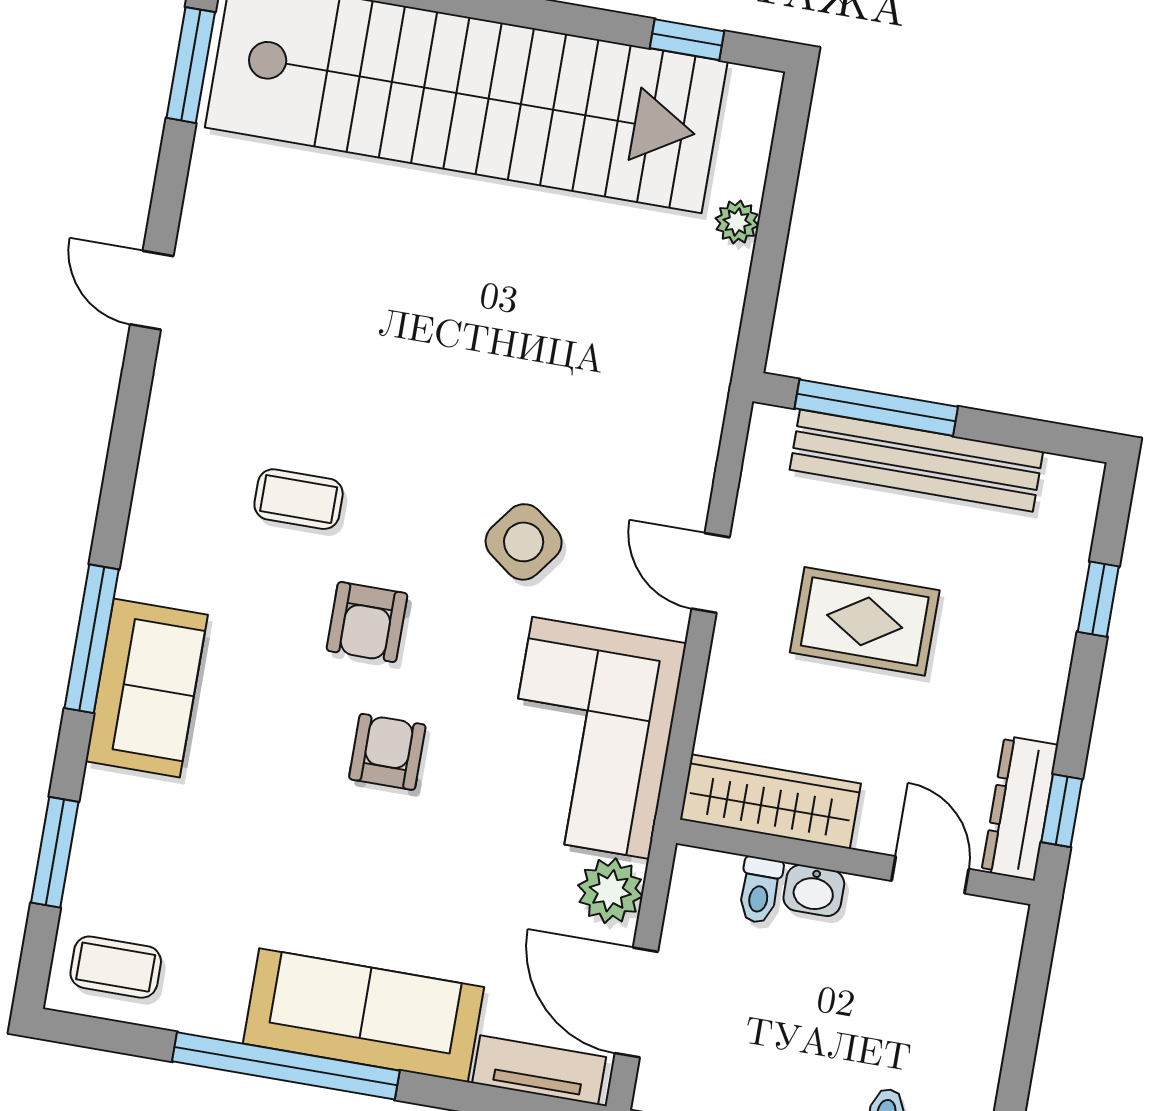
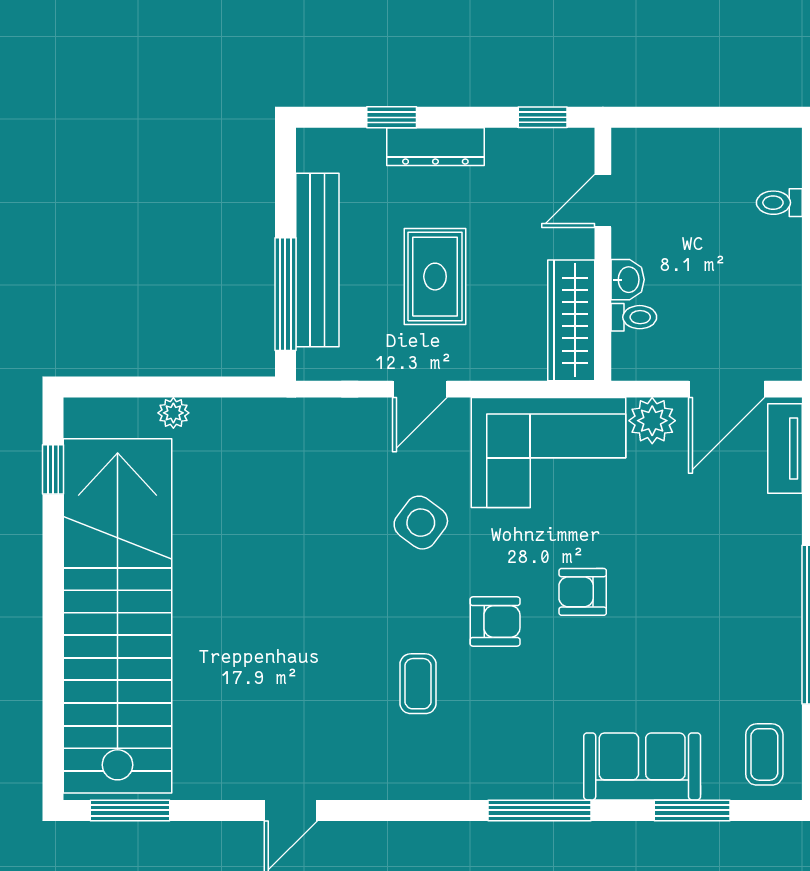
sofa: (147, 688) -> (642, 766), moved
dresser: (1020, 808) -> (435, 147), moved
sofa: (363, 1015) -> (768, 577), removed

